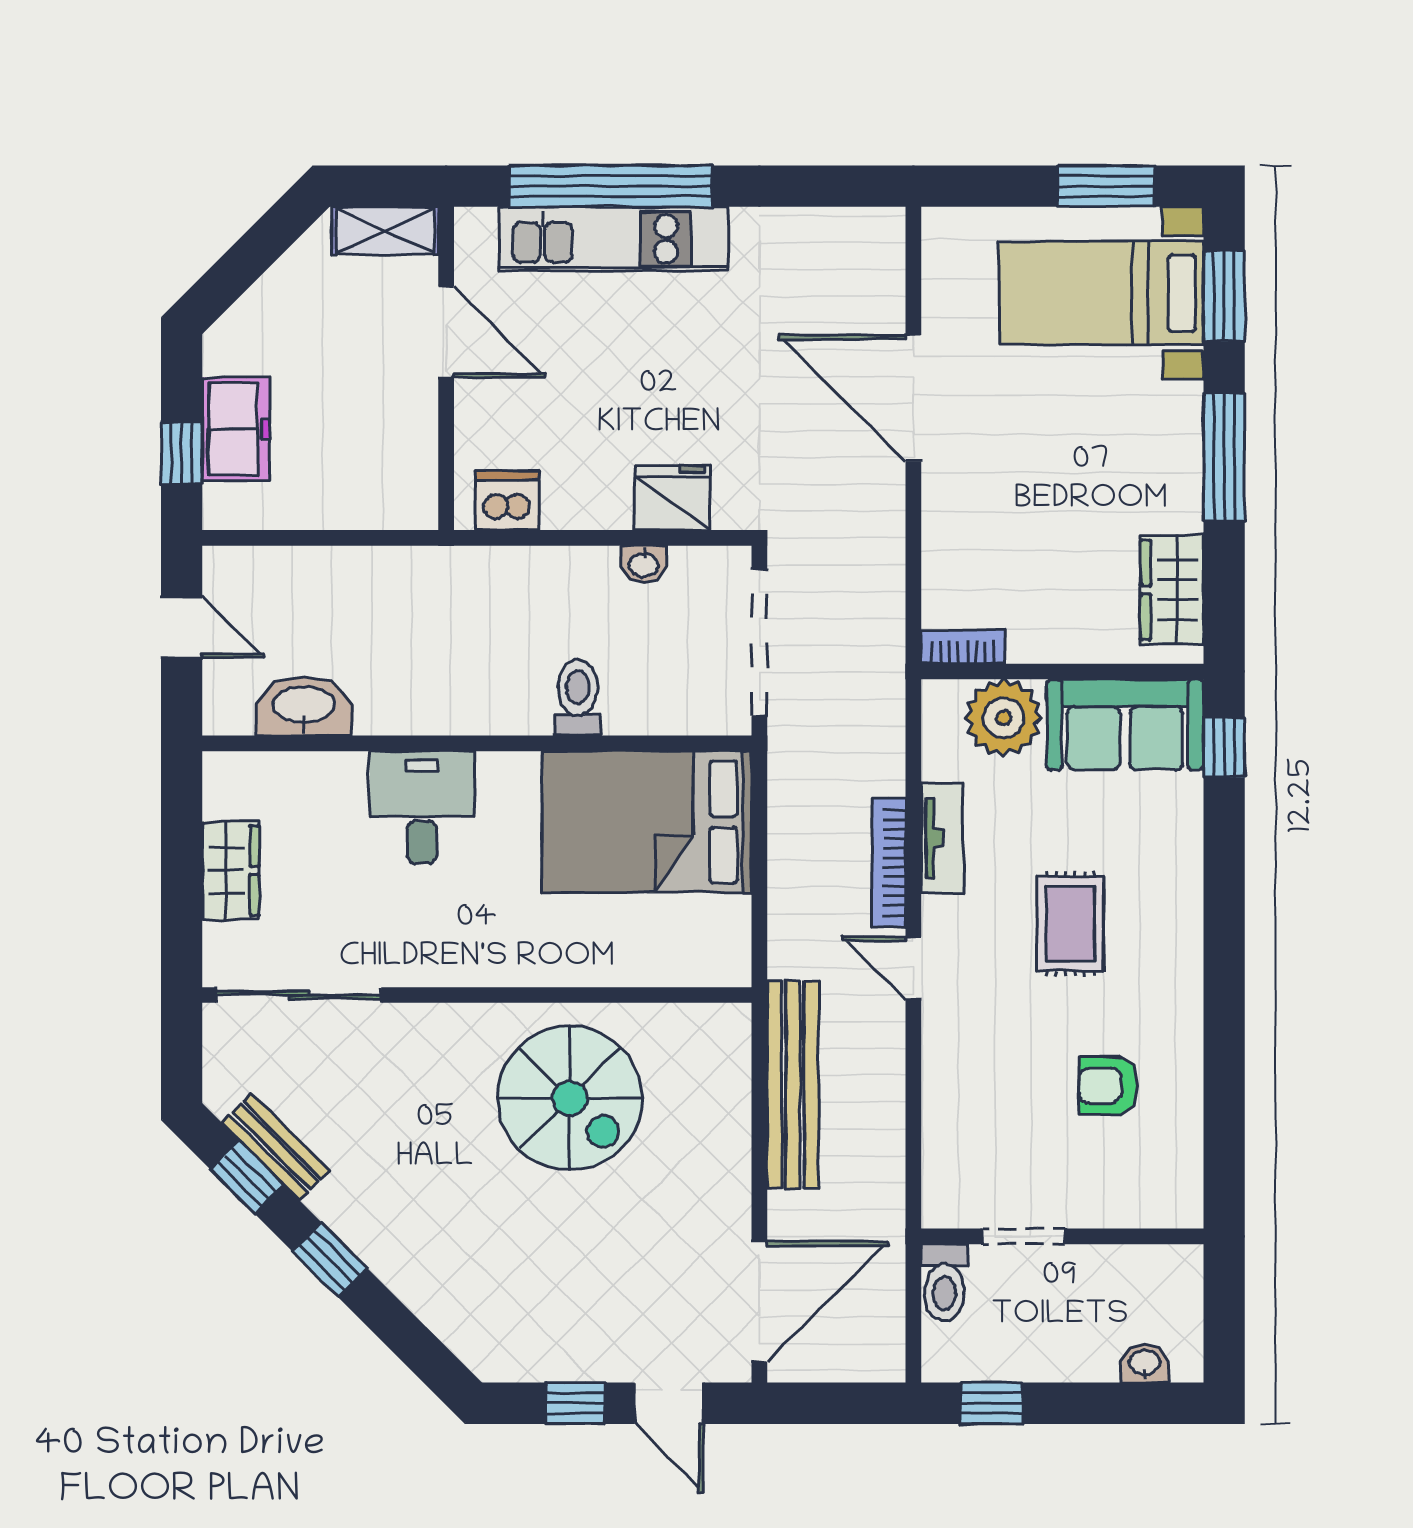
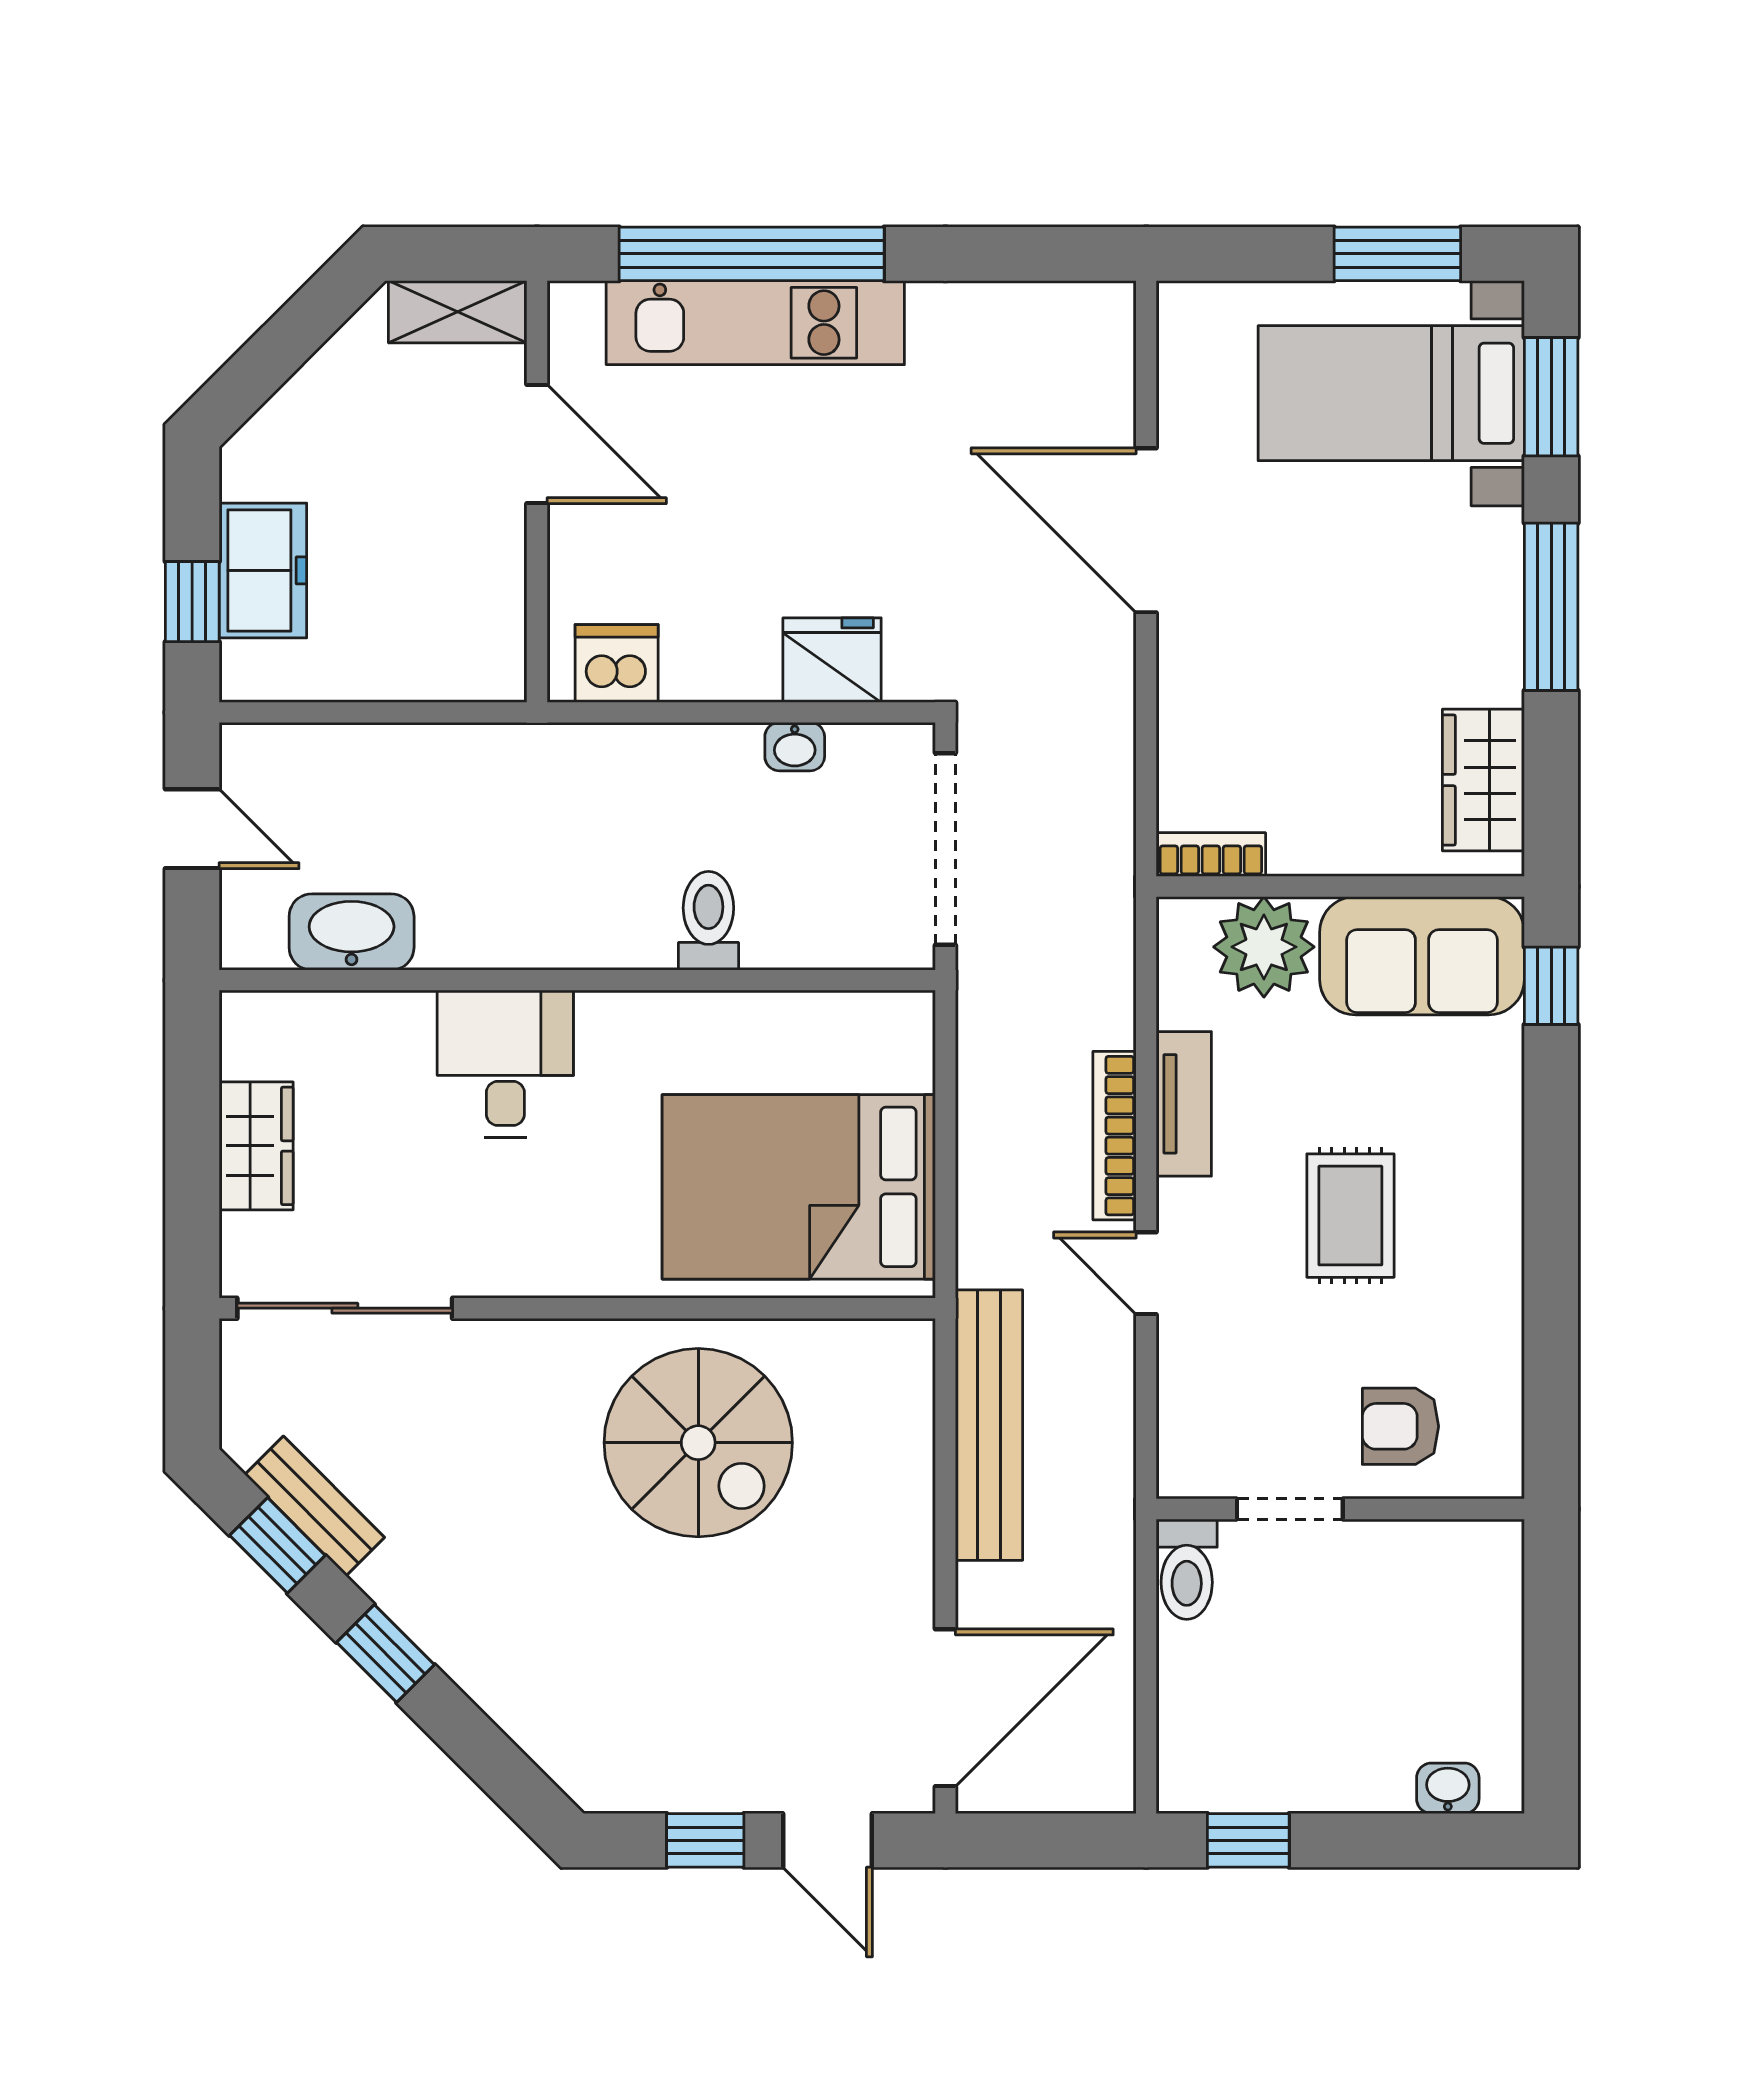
bed: (647, 822) -> (799, 1187), moved
doorway: (1024, 1236) -> (1290, 1509), moved
wall: (1062, 1236) -> (1340, 1509), moved
toilet: (944, 1283) -> (1187, 1569), moved

